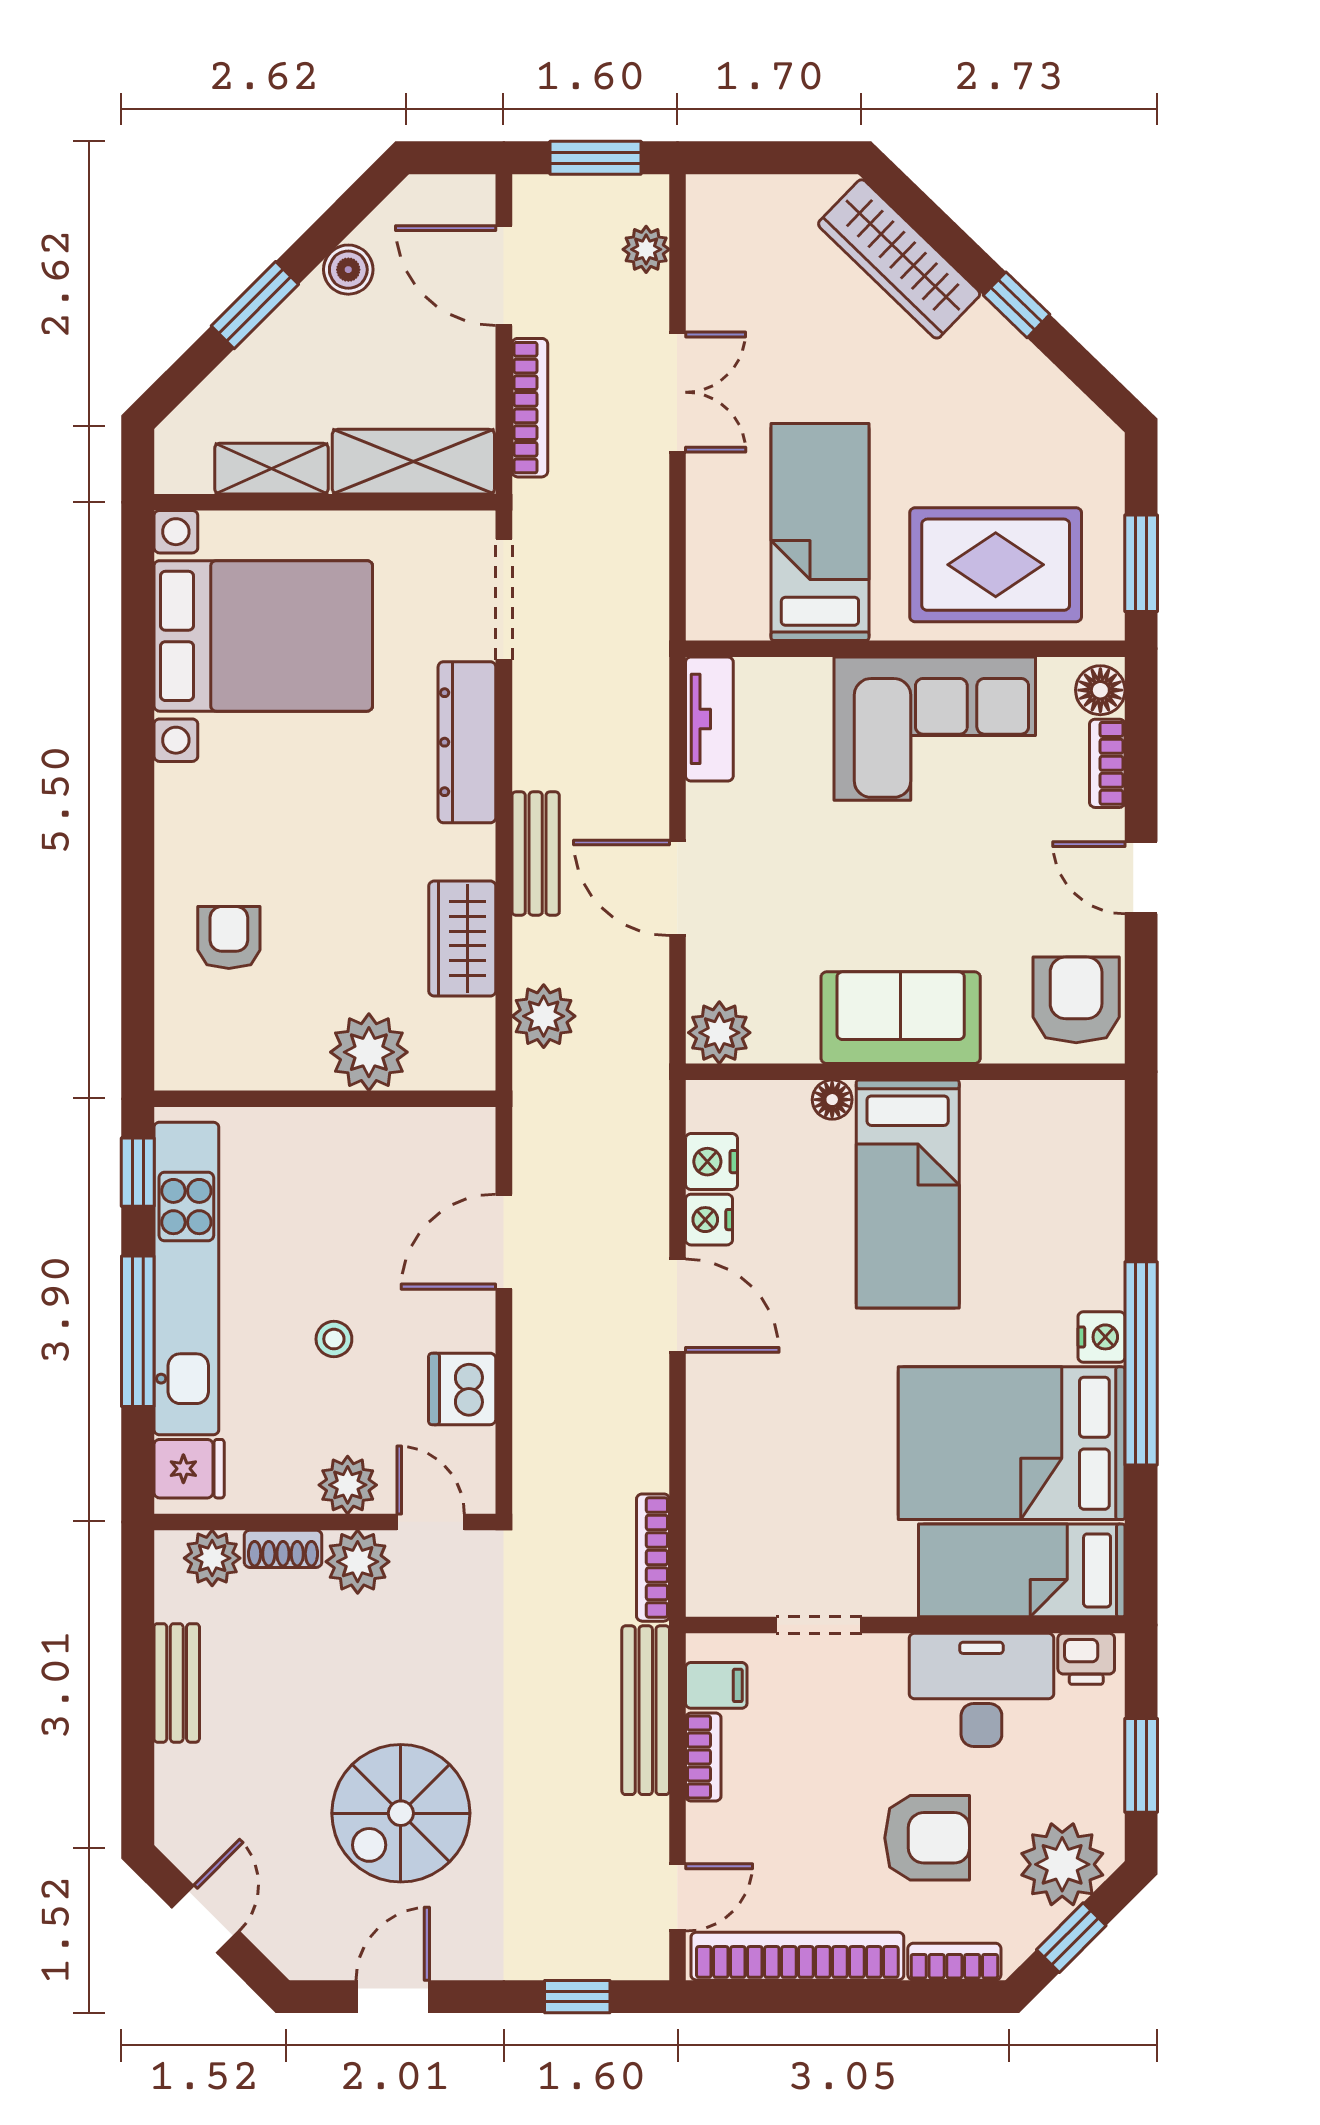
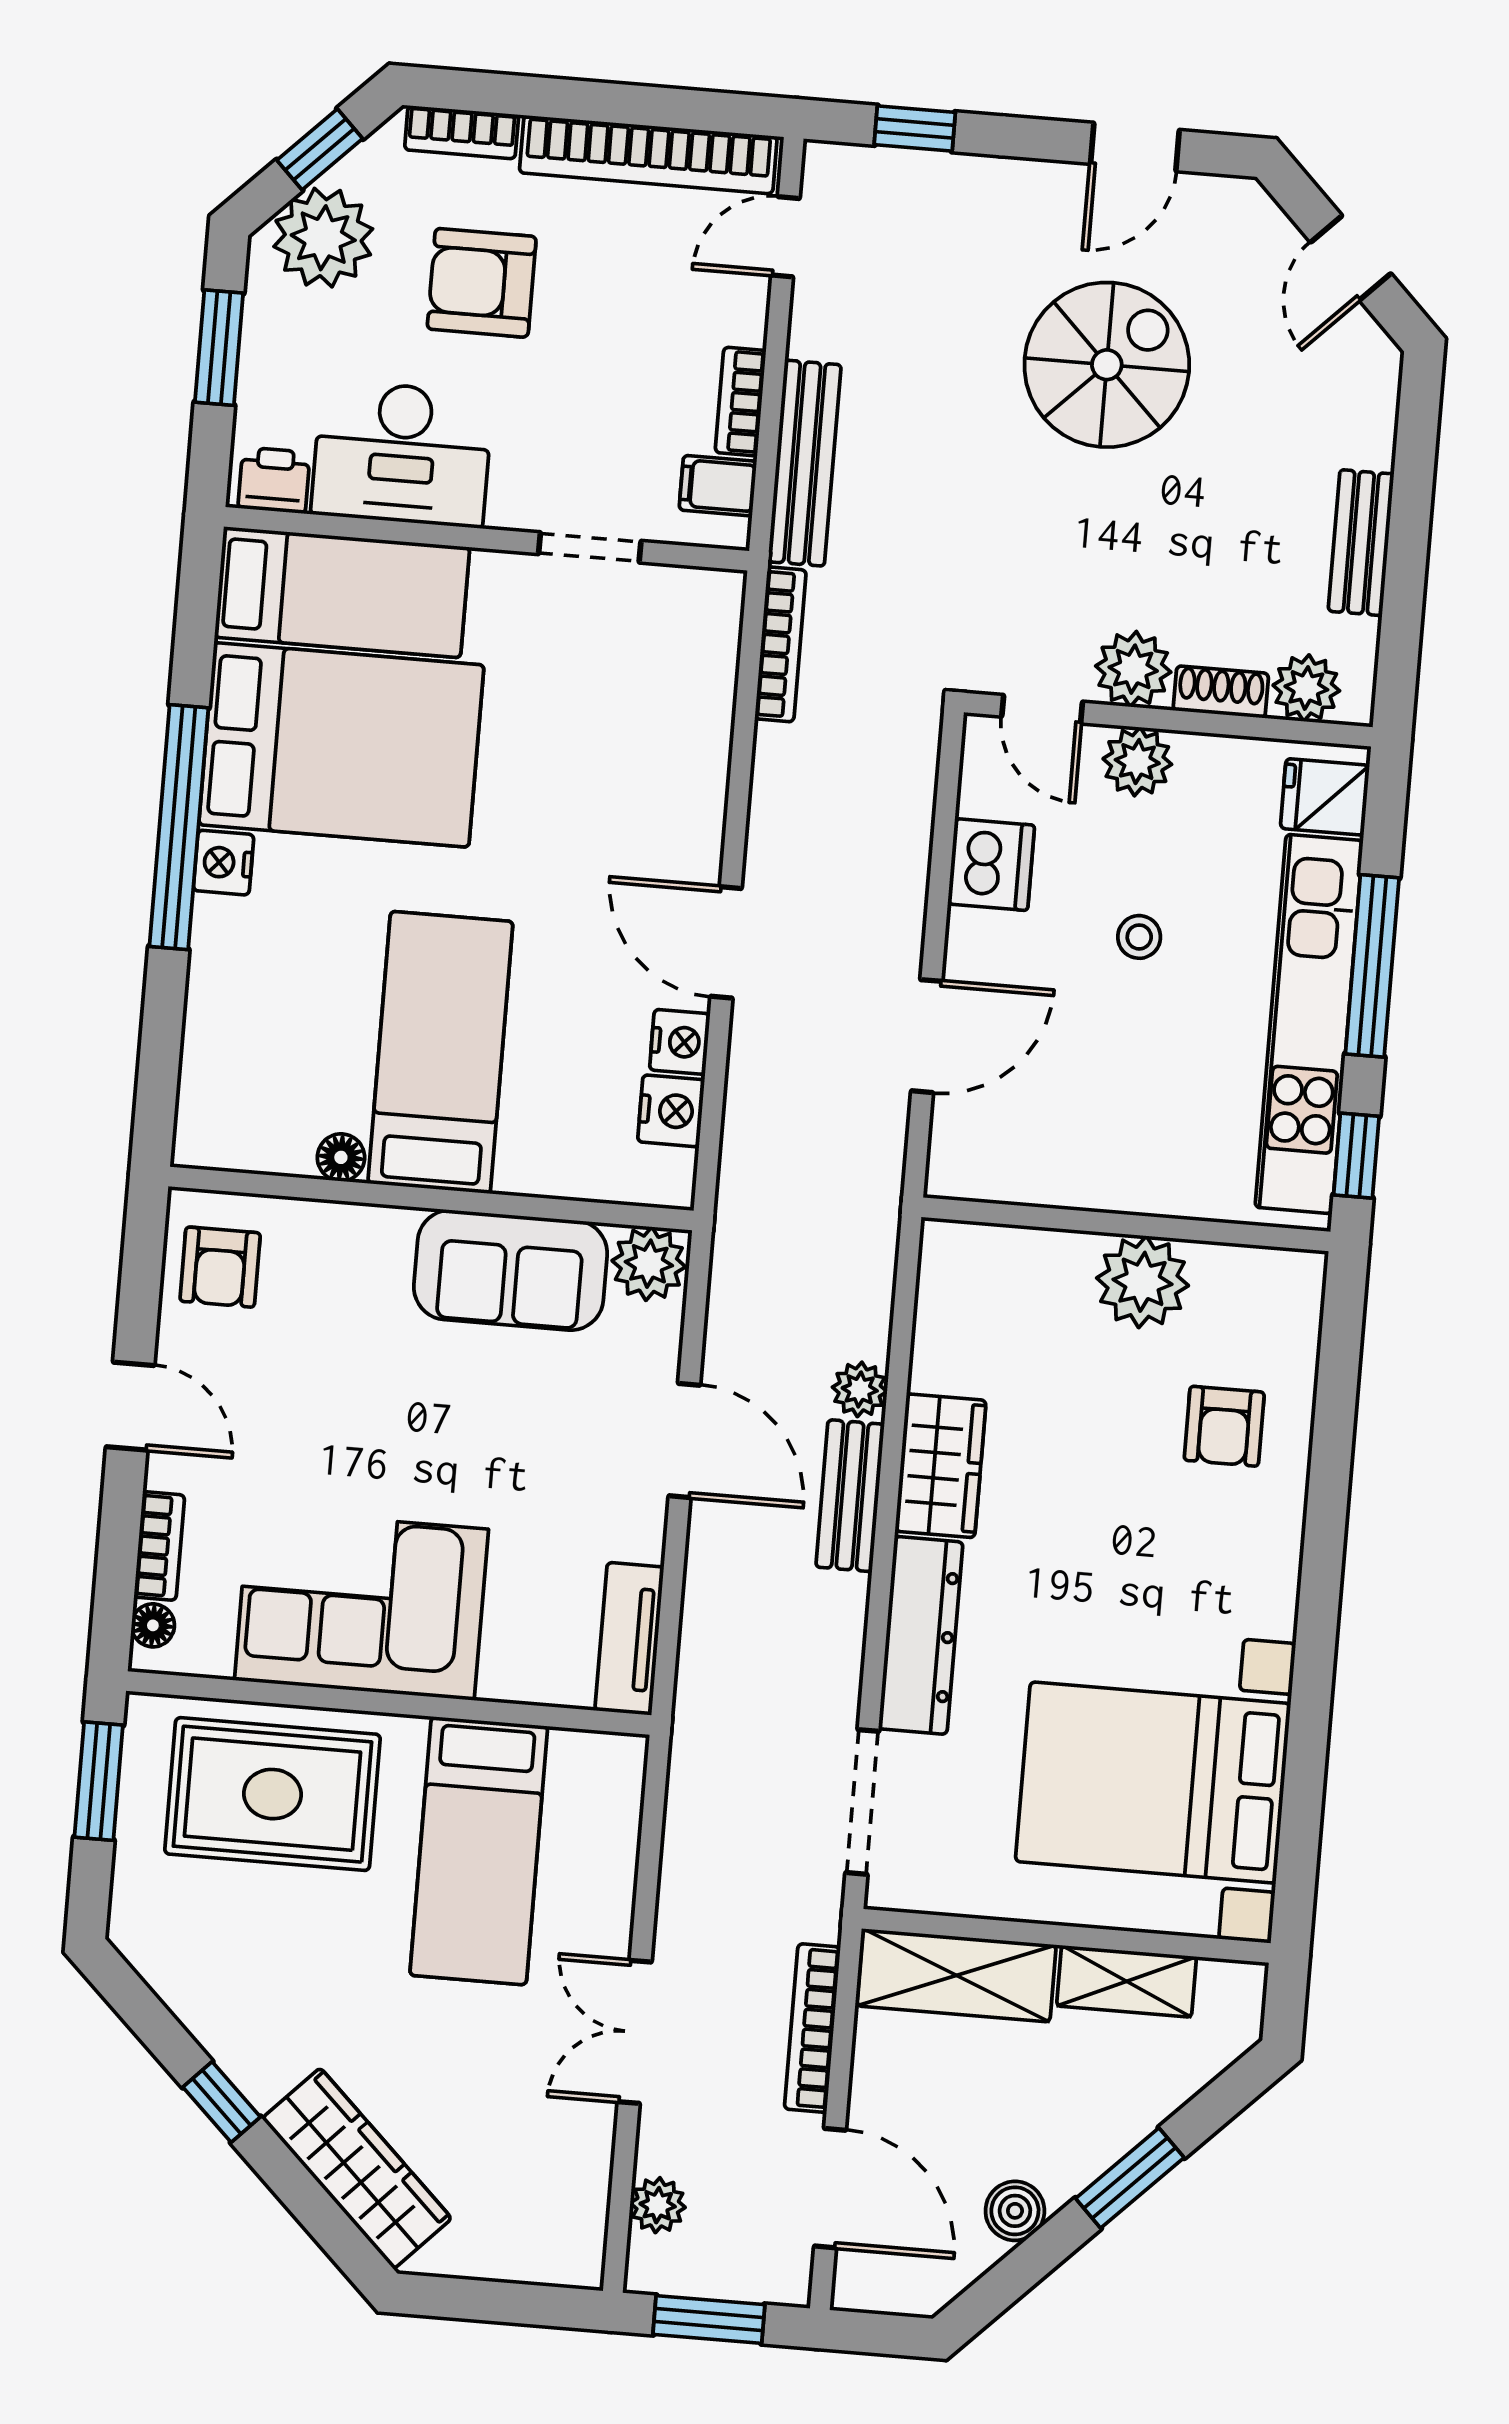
floor lamp: (1100, 690) -> (153, 1625), width x0.73, depth x0.73
wardrobe: (462, 939) -> (941, 1466), moved
armchair: (1076, 1000) -> (220, 1267), width x0.72, depth x0.72
plant: (544, 1016) -> (860, 1389), moved, width x0.73, depth x0.73
sofa: (901, 1018) -> (511, 1270), moved
plant: (369, 1052) -> (1143, 1282), moved
floor lamp: (832, 1100) -> (341, 1157), moved

